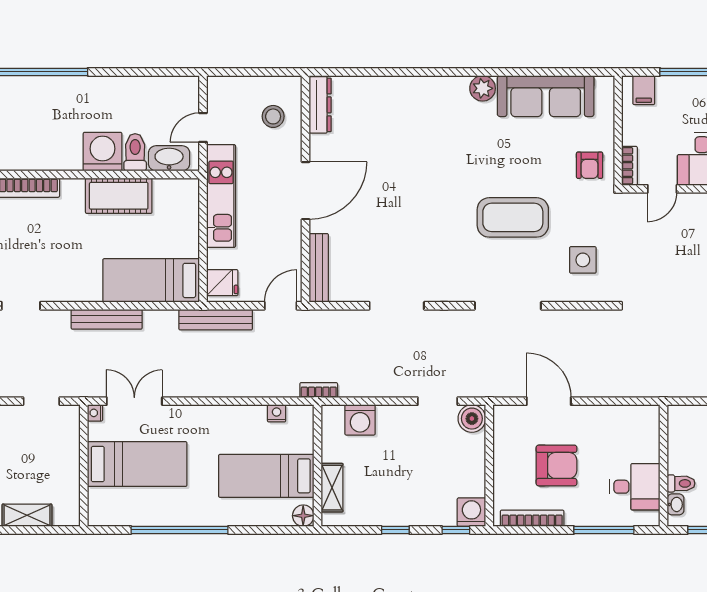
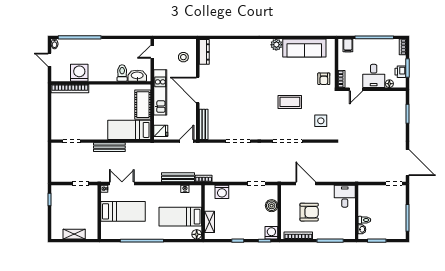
door: (203, 127) -> (152, 52), moved
washing machine: (103, 152) -> (79, 73), moved
door: (306, 191) -> (198, 90), swing flipped
cot: (119, 196) -> (143, 105), moved, turned 90
coffee table: (513, 217) -> (290, 102), width x0.73, depth x0.76
bench: (216, 320) -> (178, 177), moved
boiler: (472, 419) -> (272, 206), moved
desk: (635, 487) -> (345, 196), moved, turned -90

